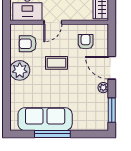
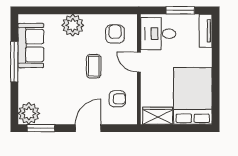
plant: (20, 70) -> (73, 25), moved
plant: (103, 88) -> (29, 113), moved, width x1.88, depth x1.88
sofa: (45, 119) -> (31, 45), width x0.73

